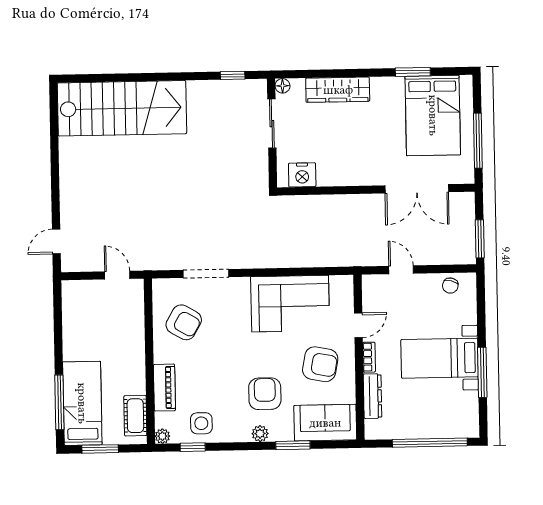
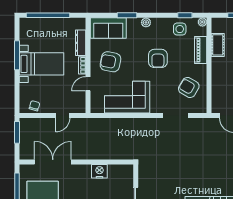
nightstand: (302, 175) -> (99, 171), moved
door: (401, 270) -> (63, 115), hinge flipped
armchair: (265, 394) -> (158, 58), moved
cot: (135, 416) -> (218, 45), moved

